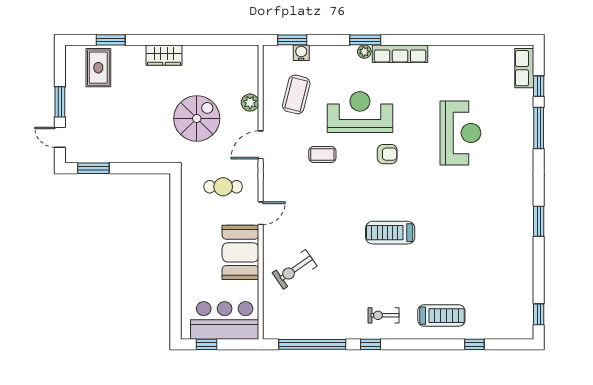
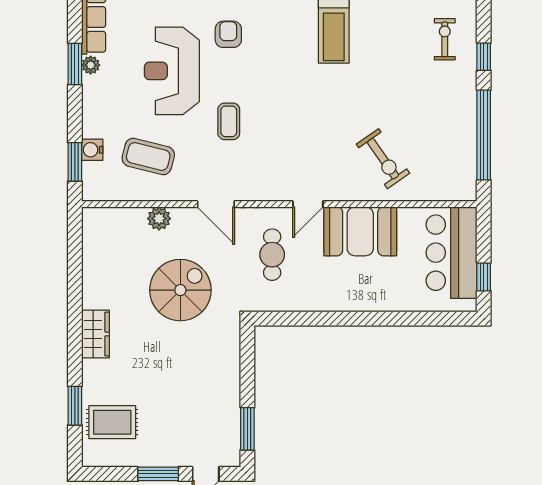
spiral stairs: (197, 118) -> (180, 290), turned 90
door: (261, 213) -> (308, 204), swing flipped
exercise bike: (383, 315) -> (445, 39), turned 180

